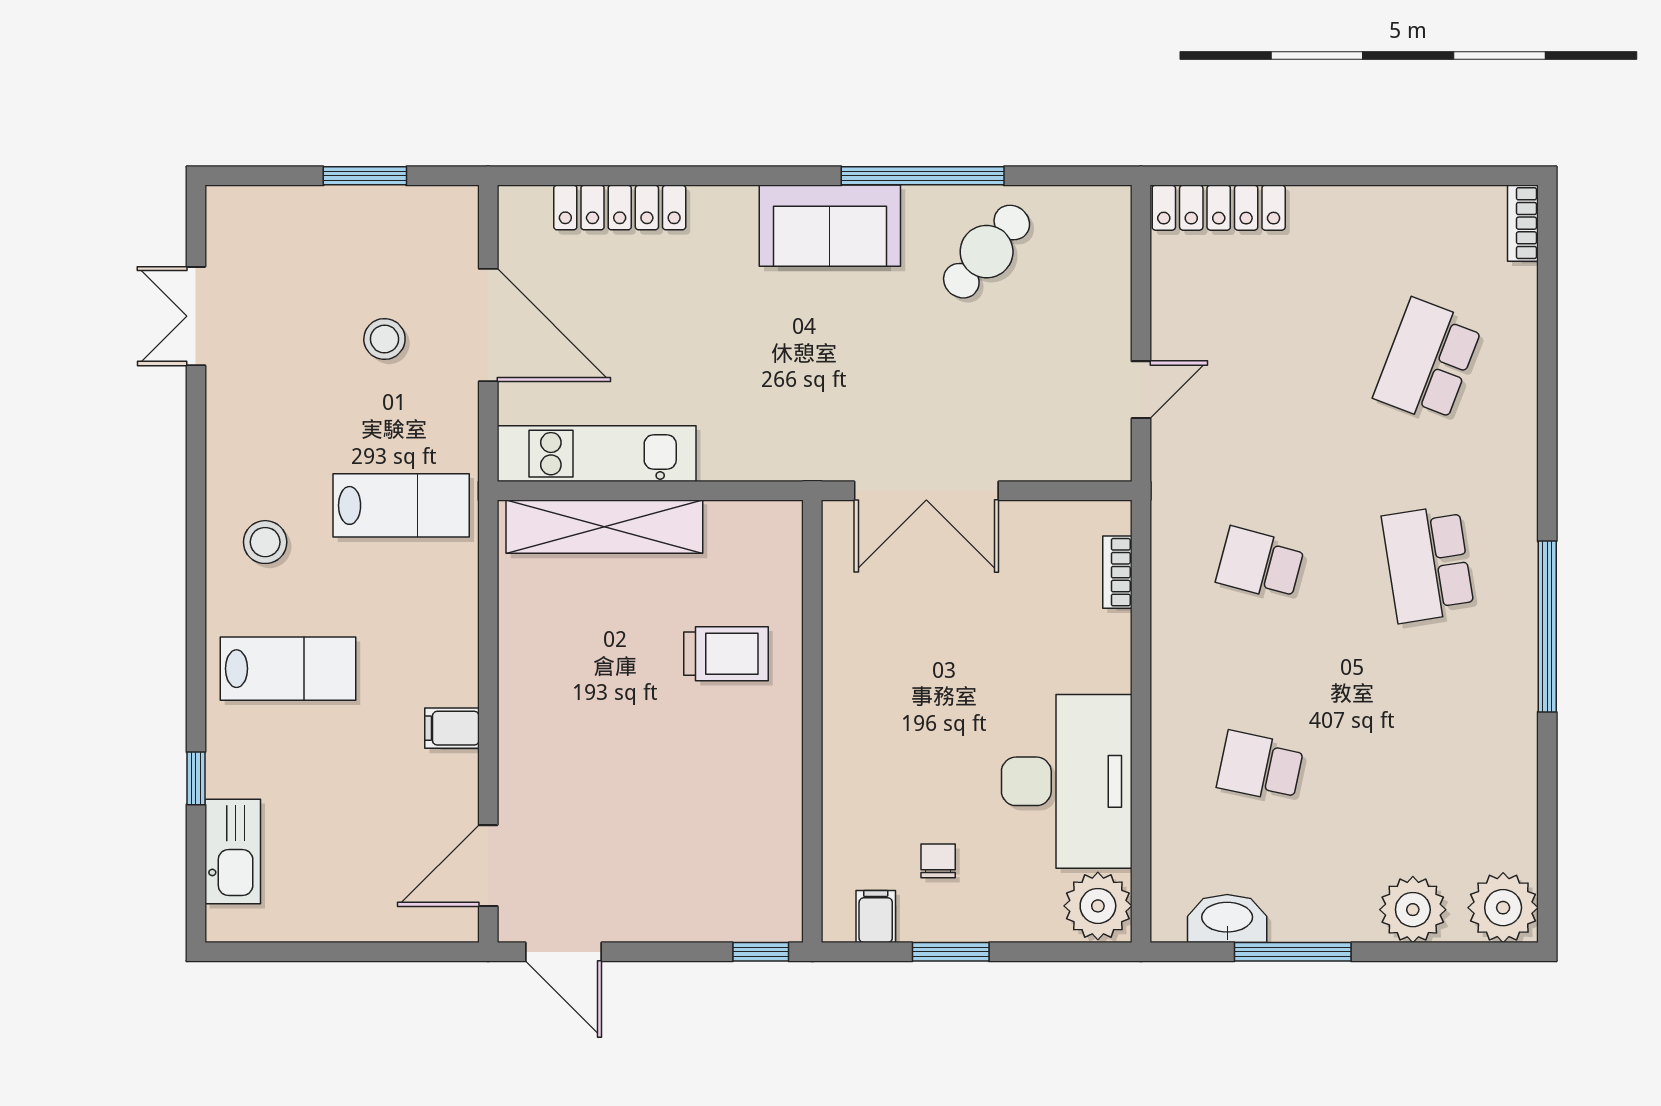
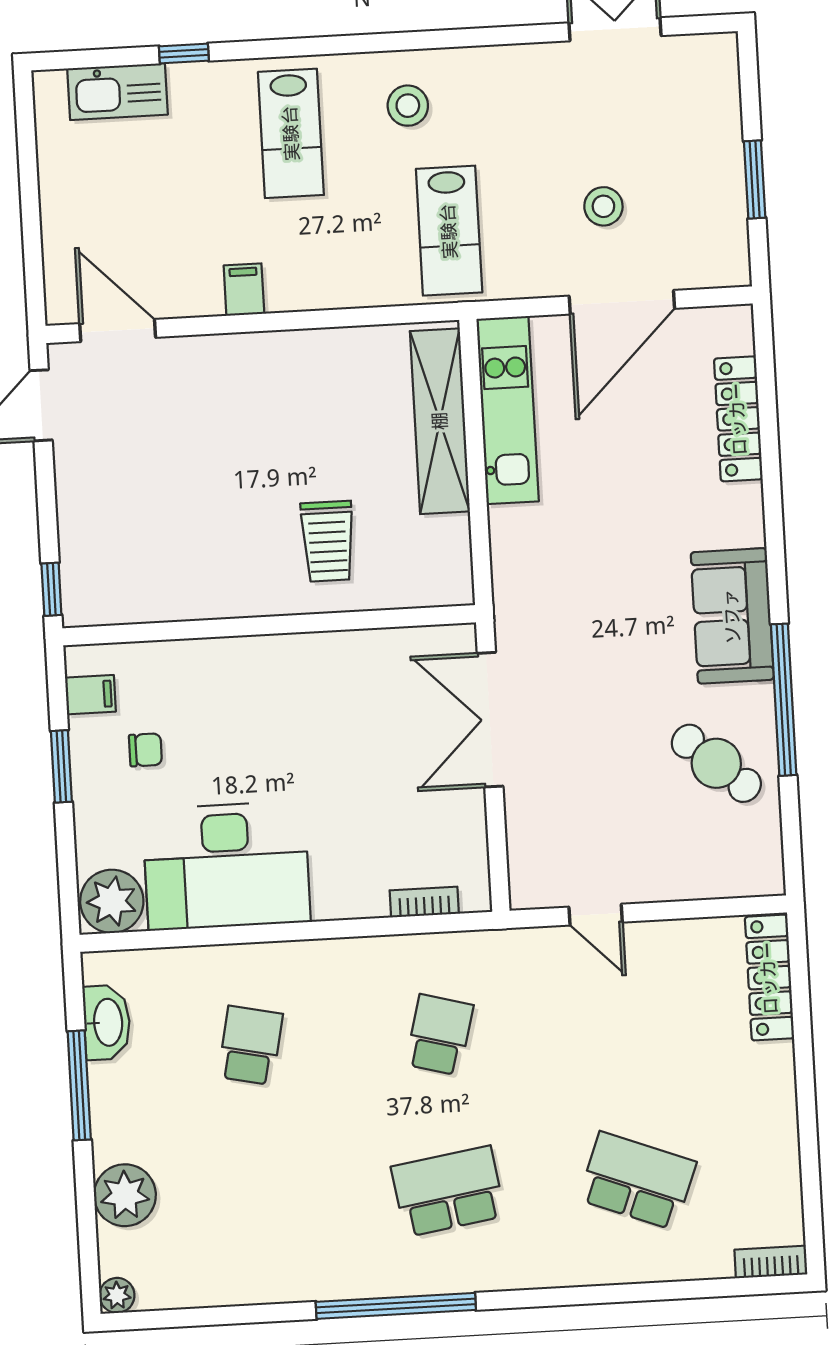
plant: (1503, 908) -> (117, 1295), width x0.53, depth x0.53

